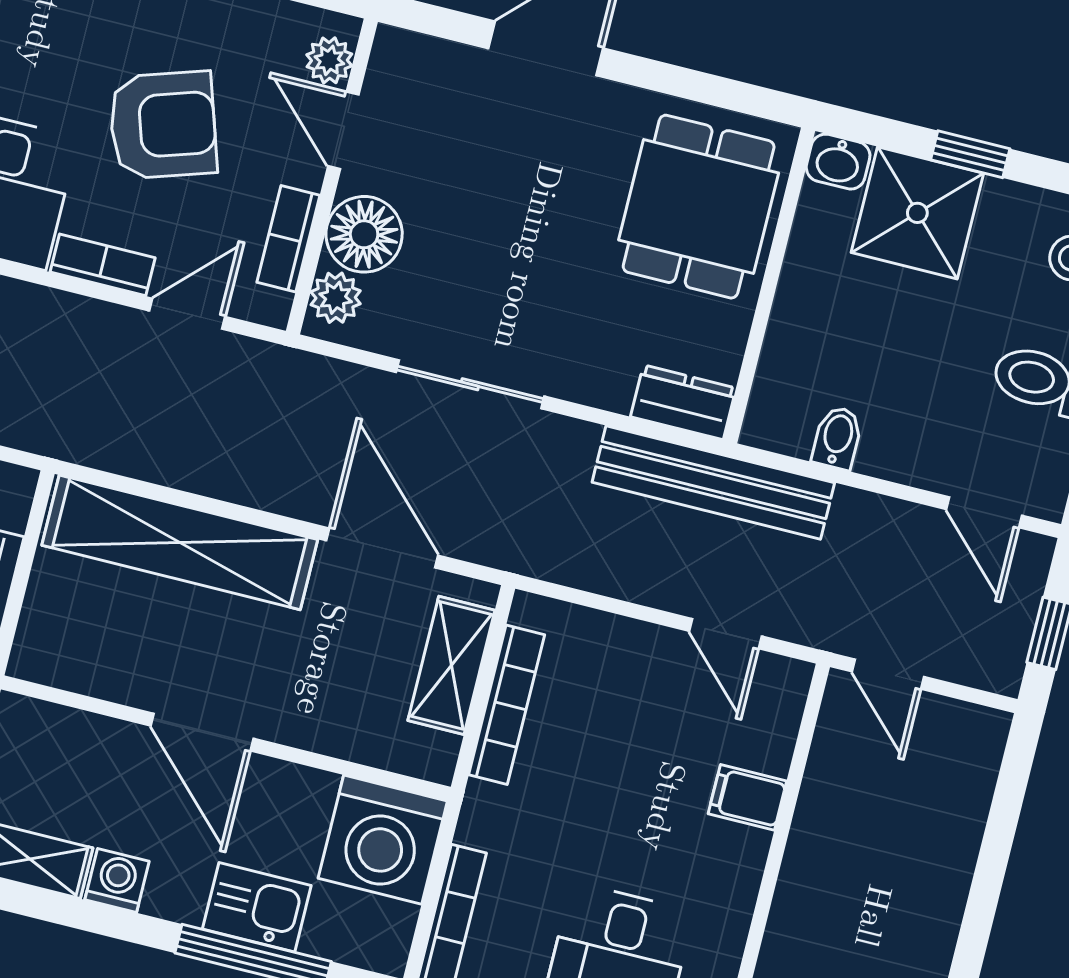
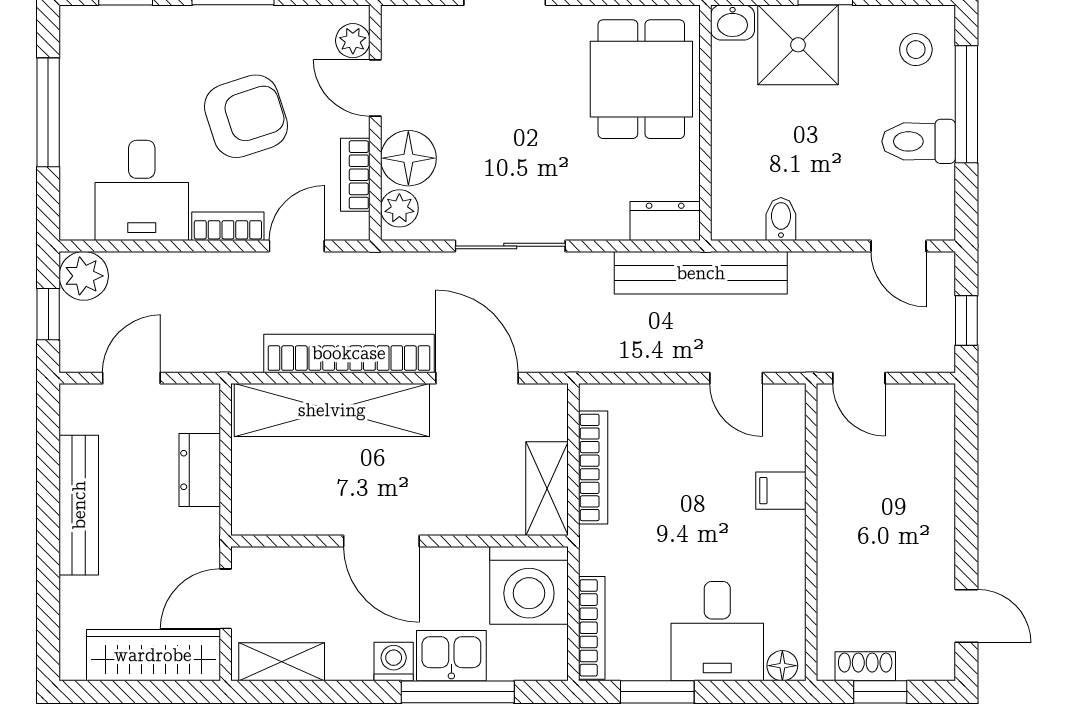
bookcase: (221, 473) -> (349, 353), added
shelving: (451, 665) -> (547, 489), moved
washing machine: (117, 881) -> (394, 662), moved

